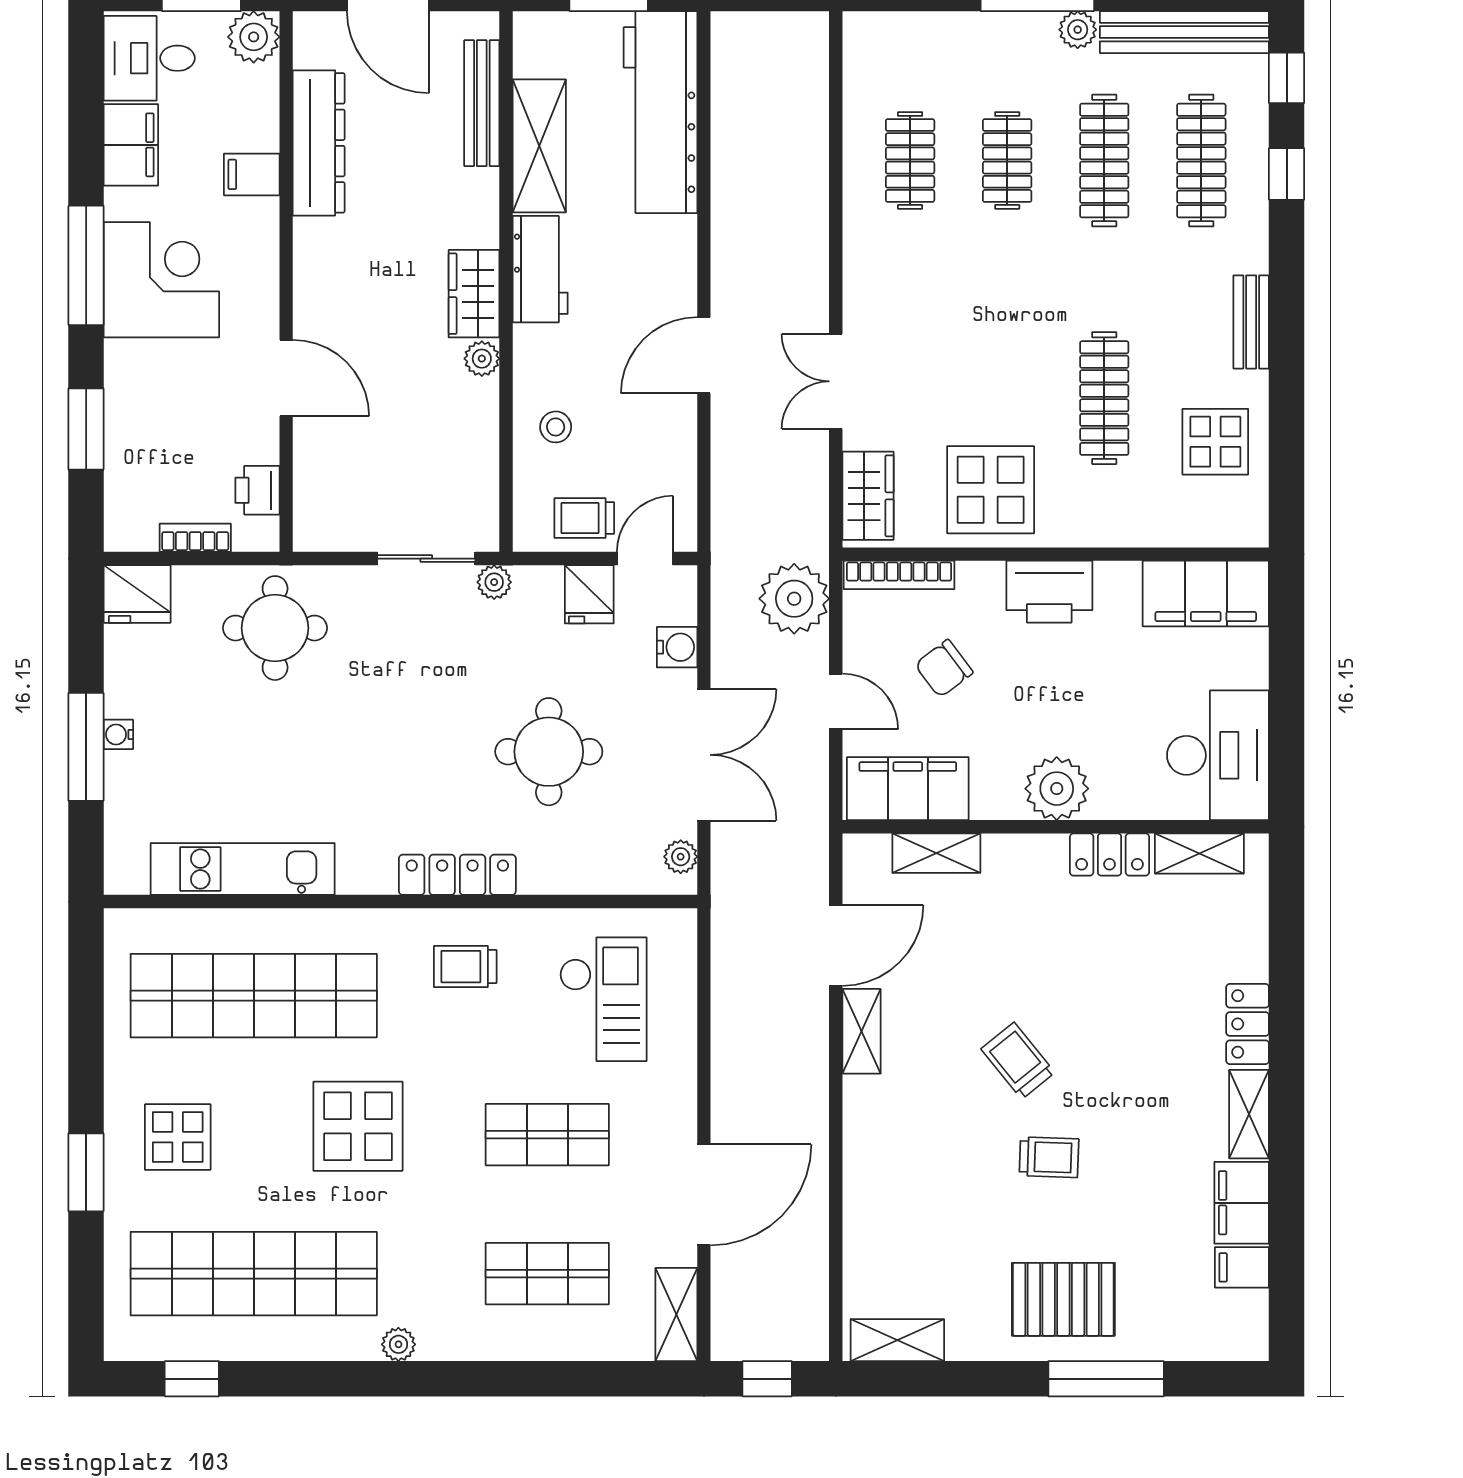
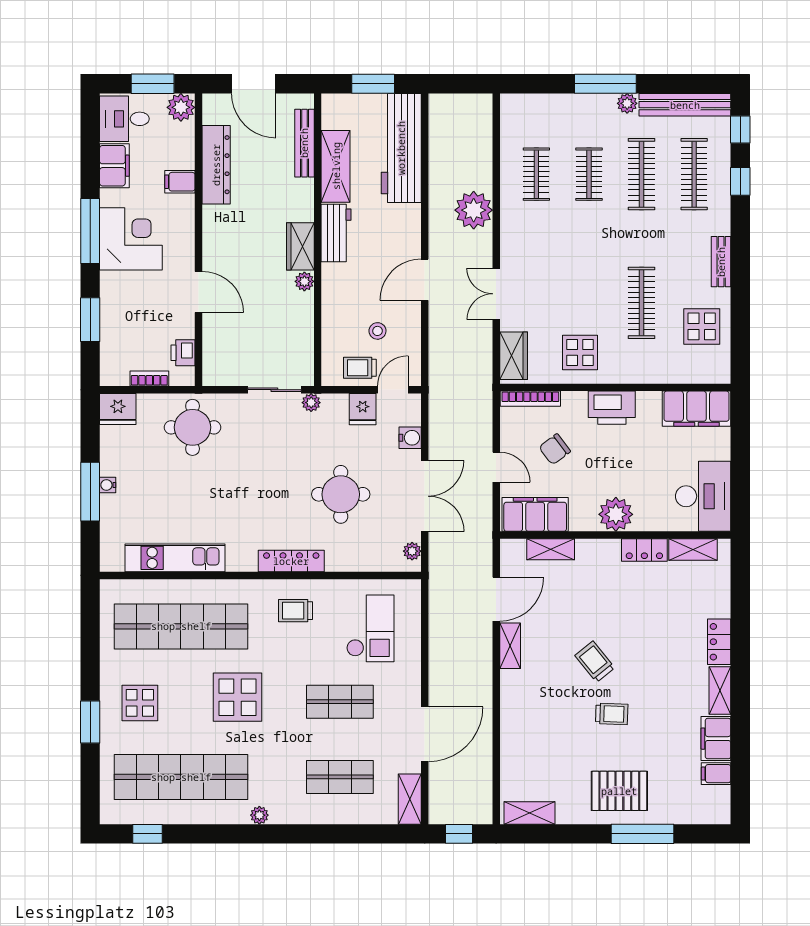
stool: (556, 427) -> (377, 331), moved
display table: (991, 490) -> (580, 352), width x0.73, depth x0.73
plant: (794, 599) -> (474, 210), moved

